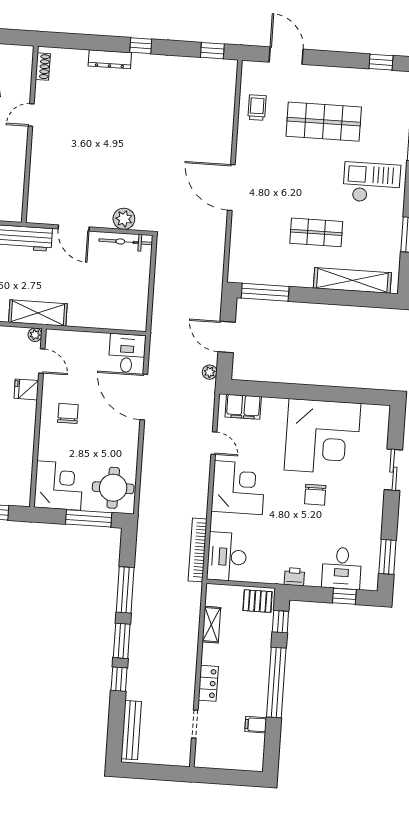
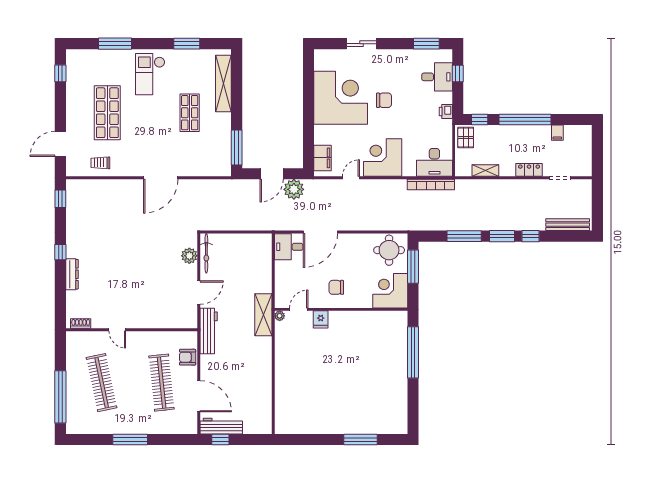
plant: (210, 372) -> (294, 189), width x1.88, depth x1.88

